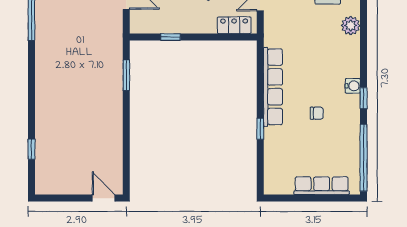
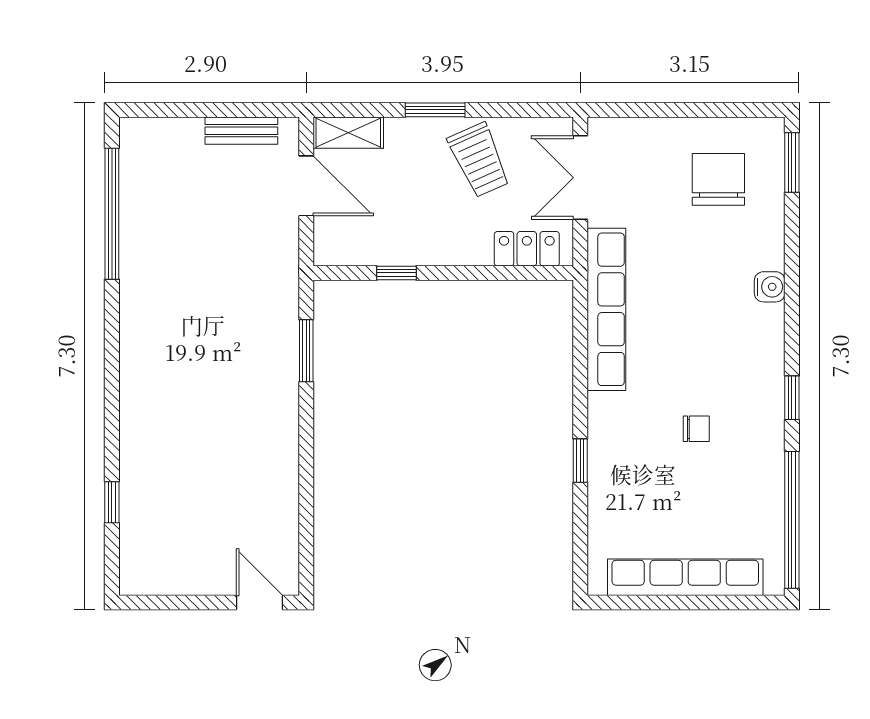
plant: (351, 26) -> (765, 249), removed
water cooler: (353, 86) -> (770, 287), moved
row of seats: (273, 87) -> (606, 309), moved
row of seats: (322, 186) -> (685, 577), width x1.36

